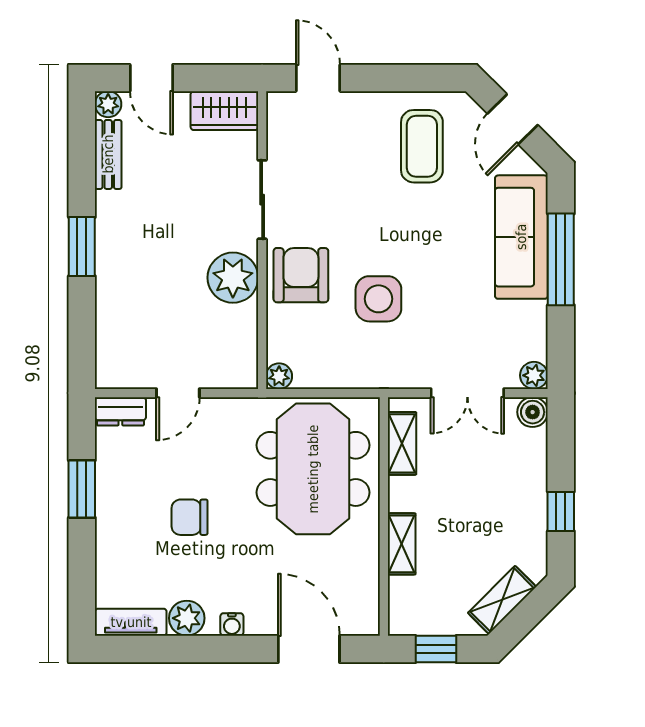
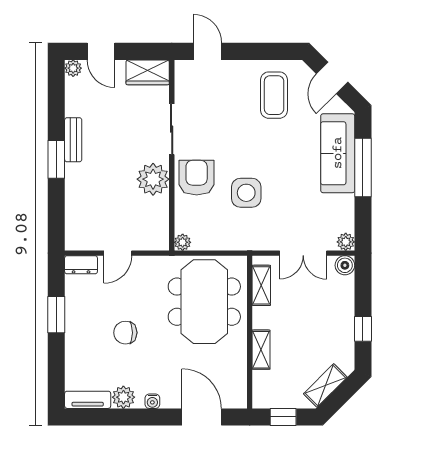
bench: (108, 154) -> (73, 140), moved

